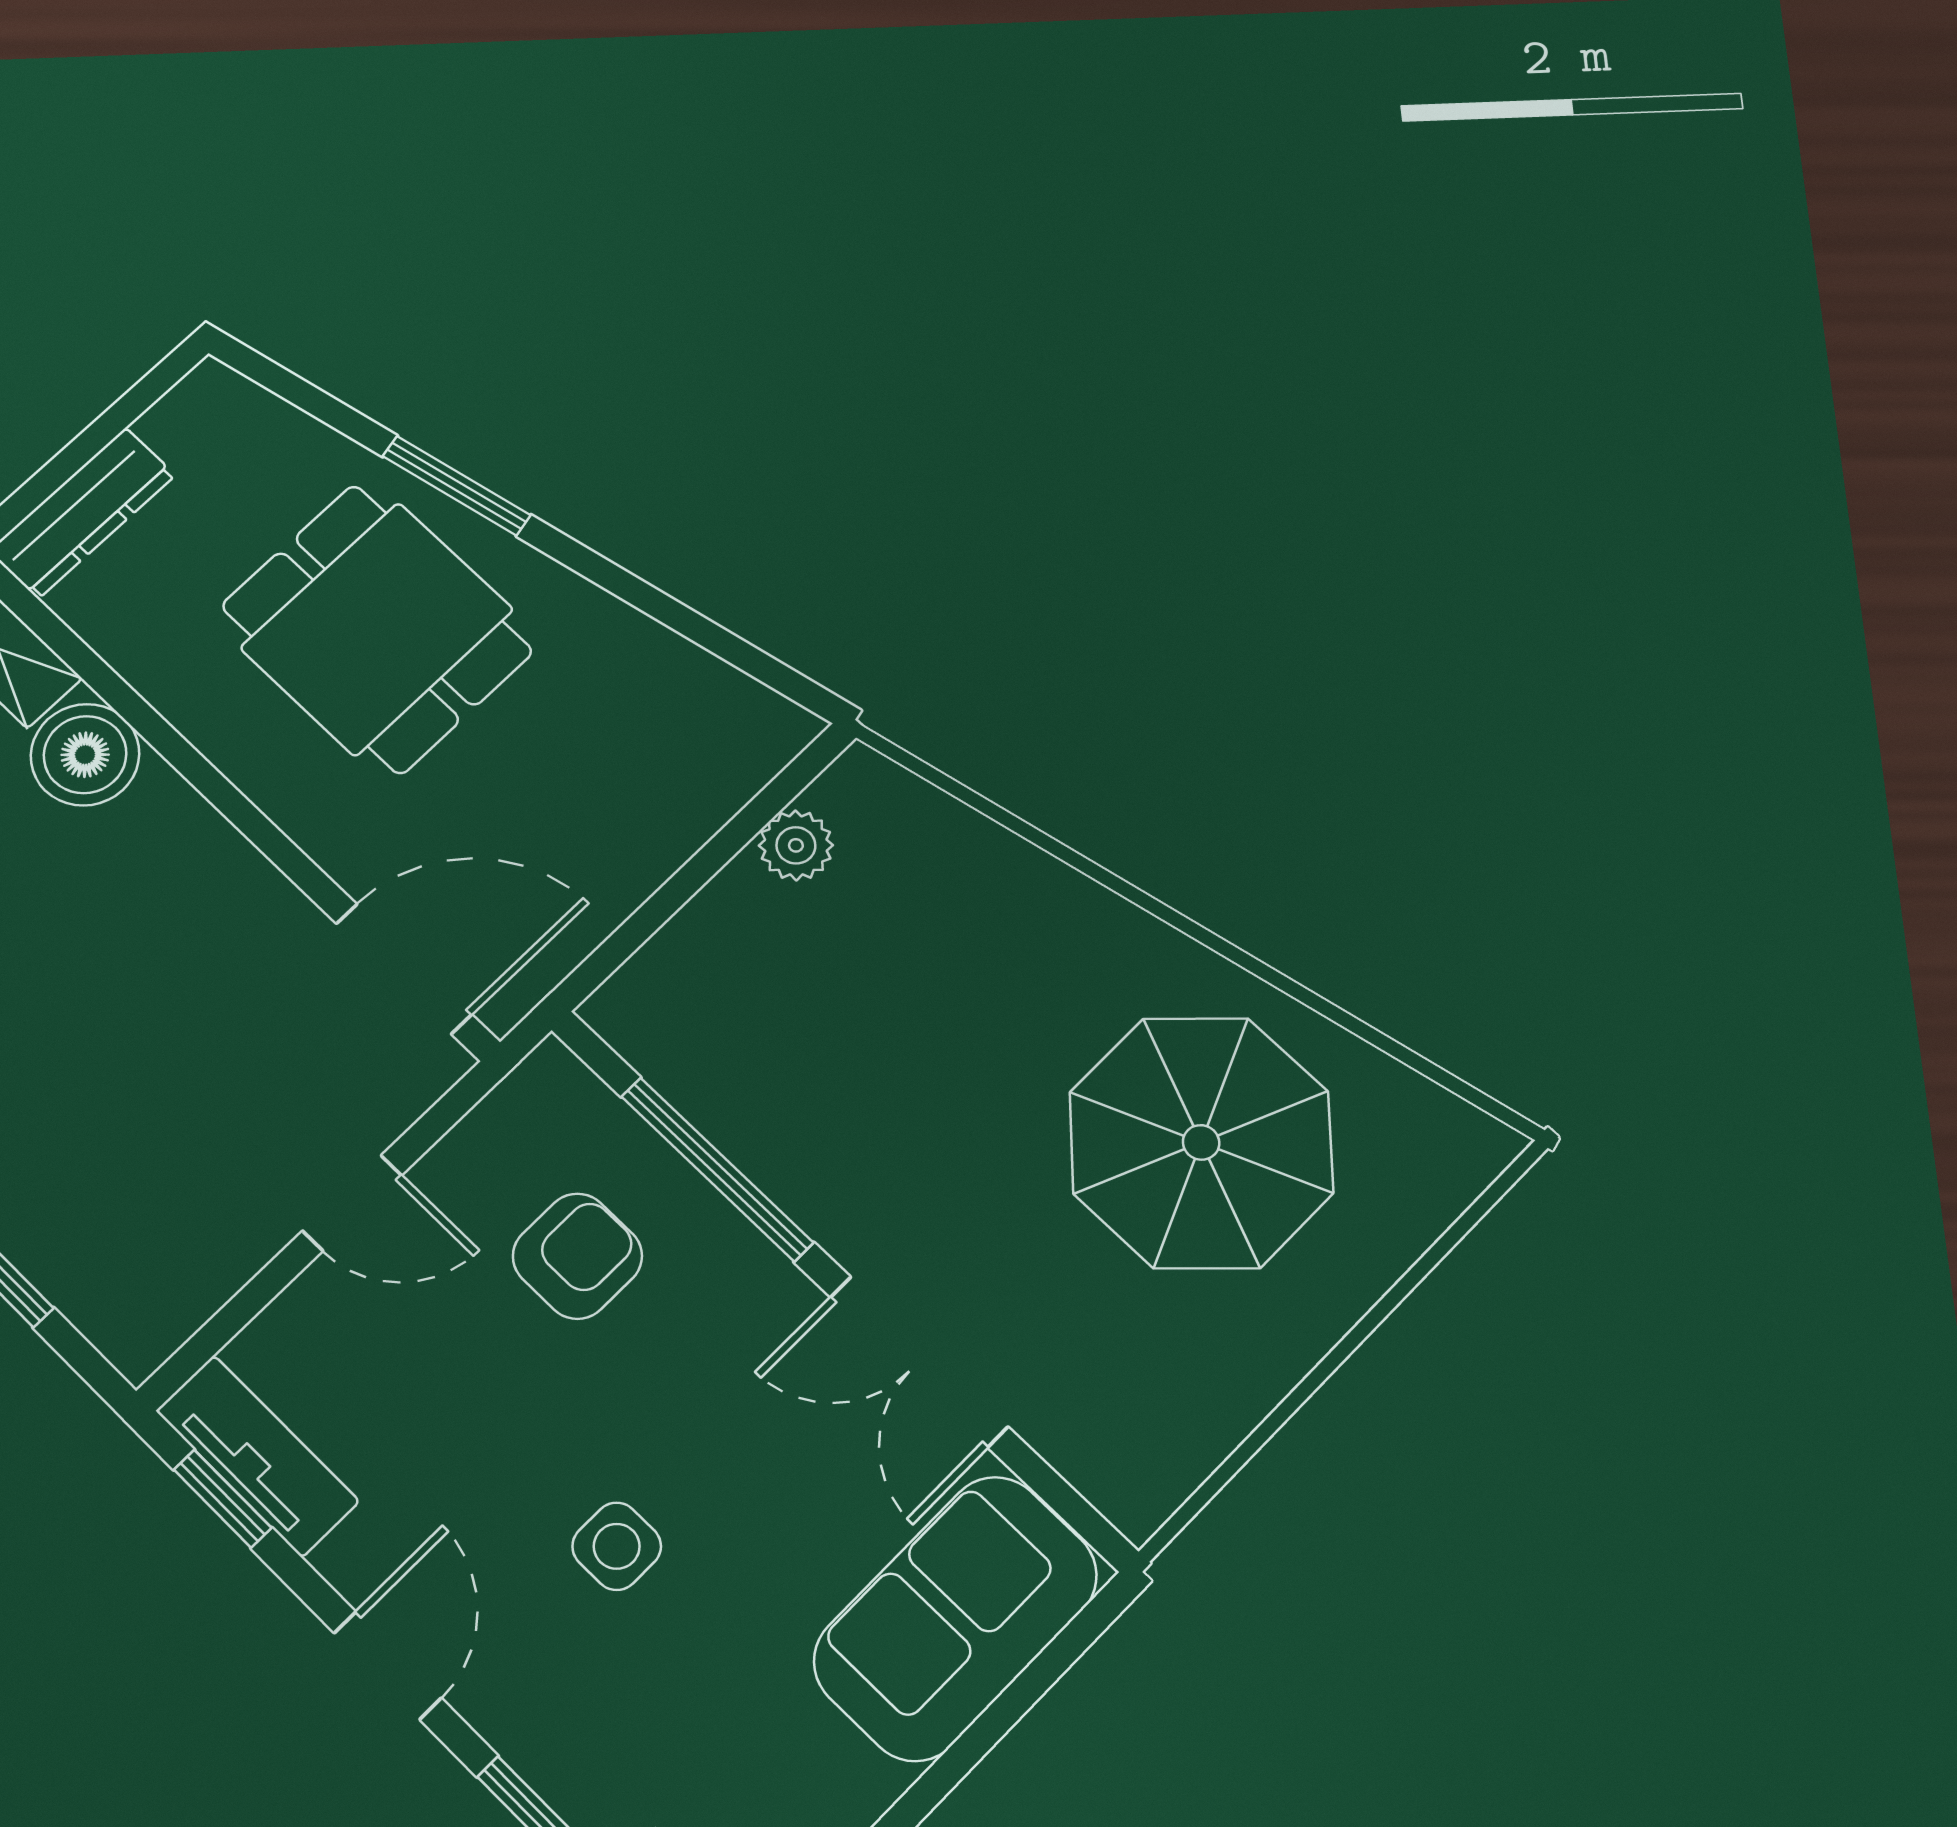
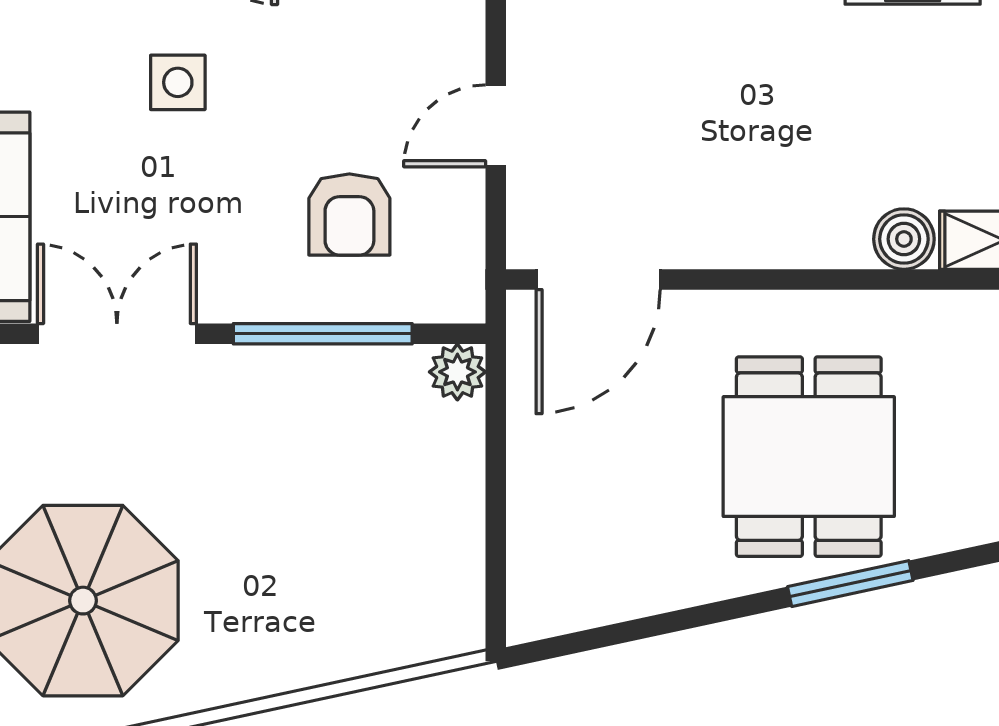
dining table: (377, 629) -> (809, 457), turned 90
boiler: (85, 755) -> (904, 239), width x0.73, depth x0.73
plant: (796, 845) -> (457, 372), moved

